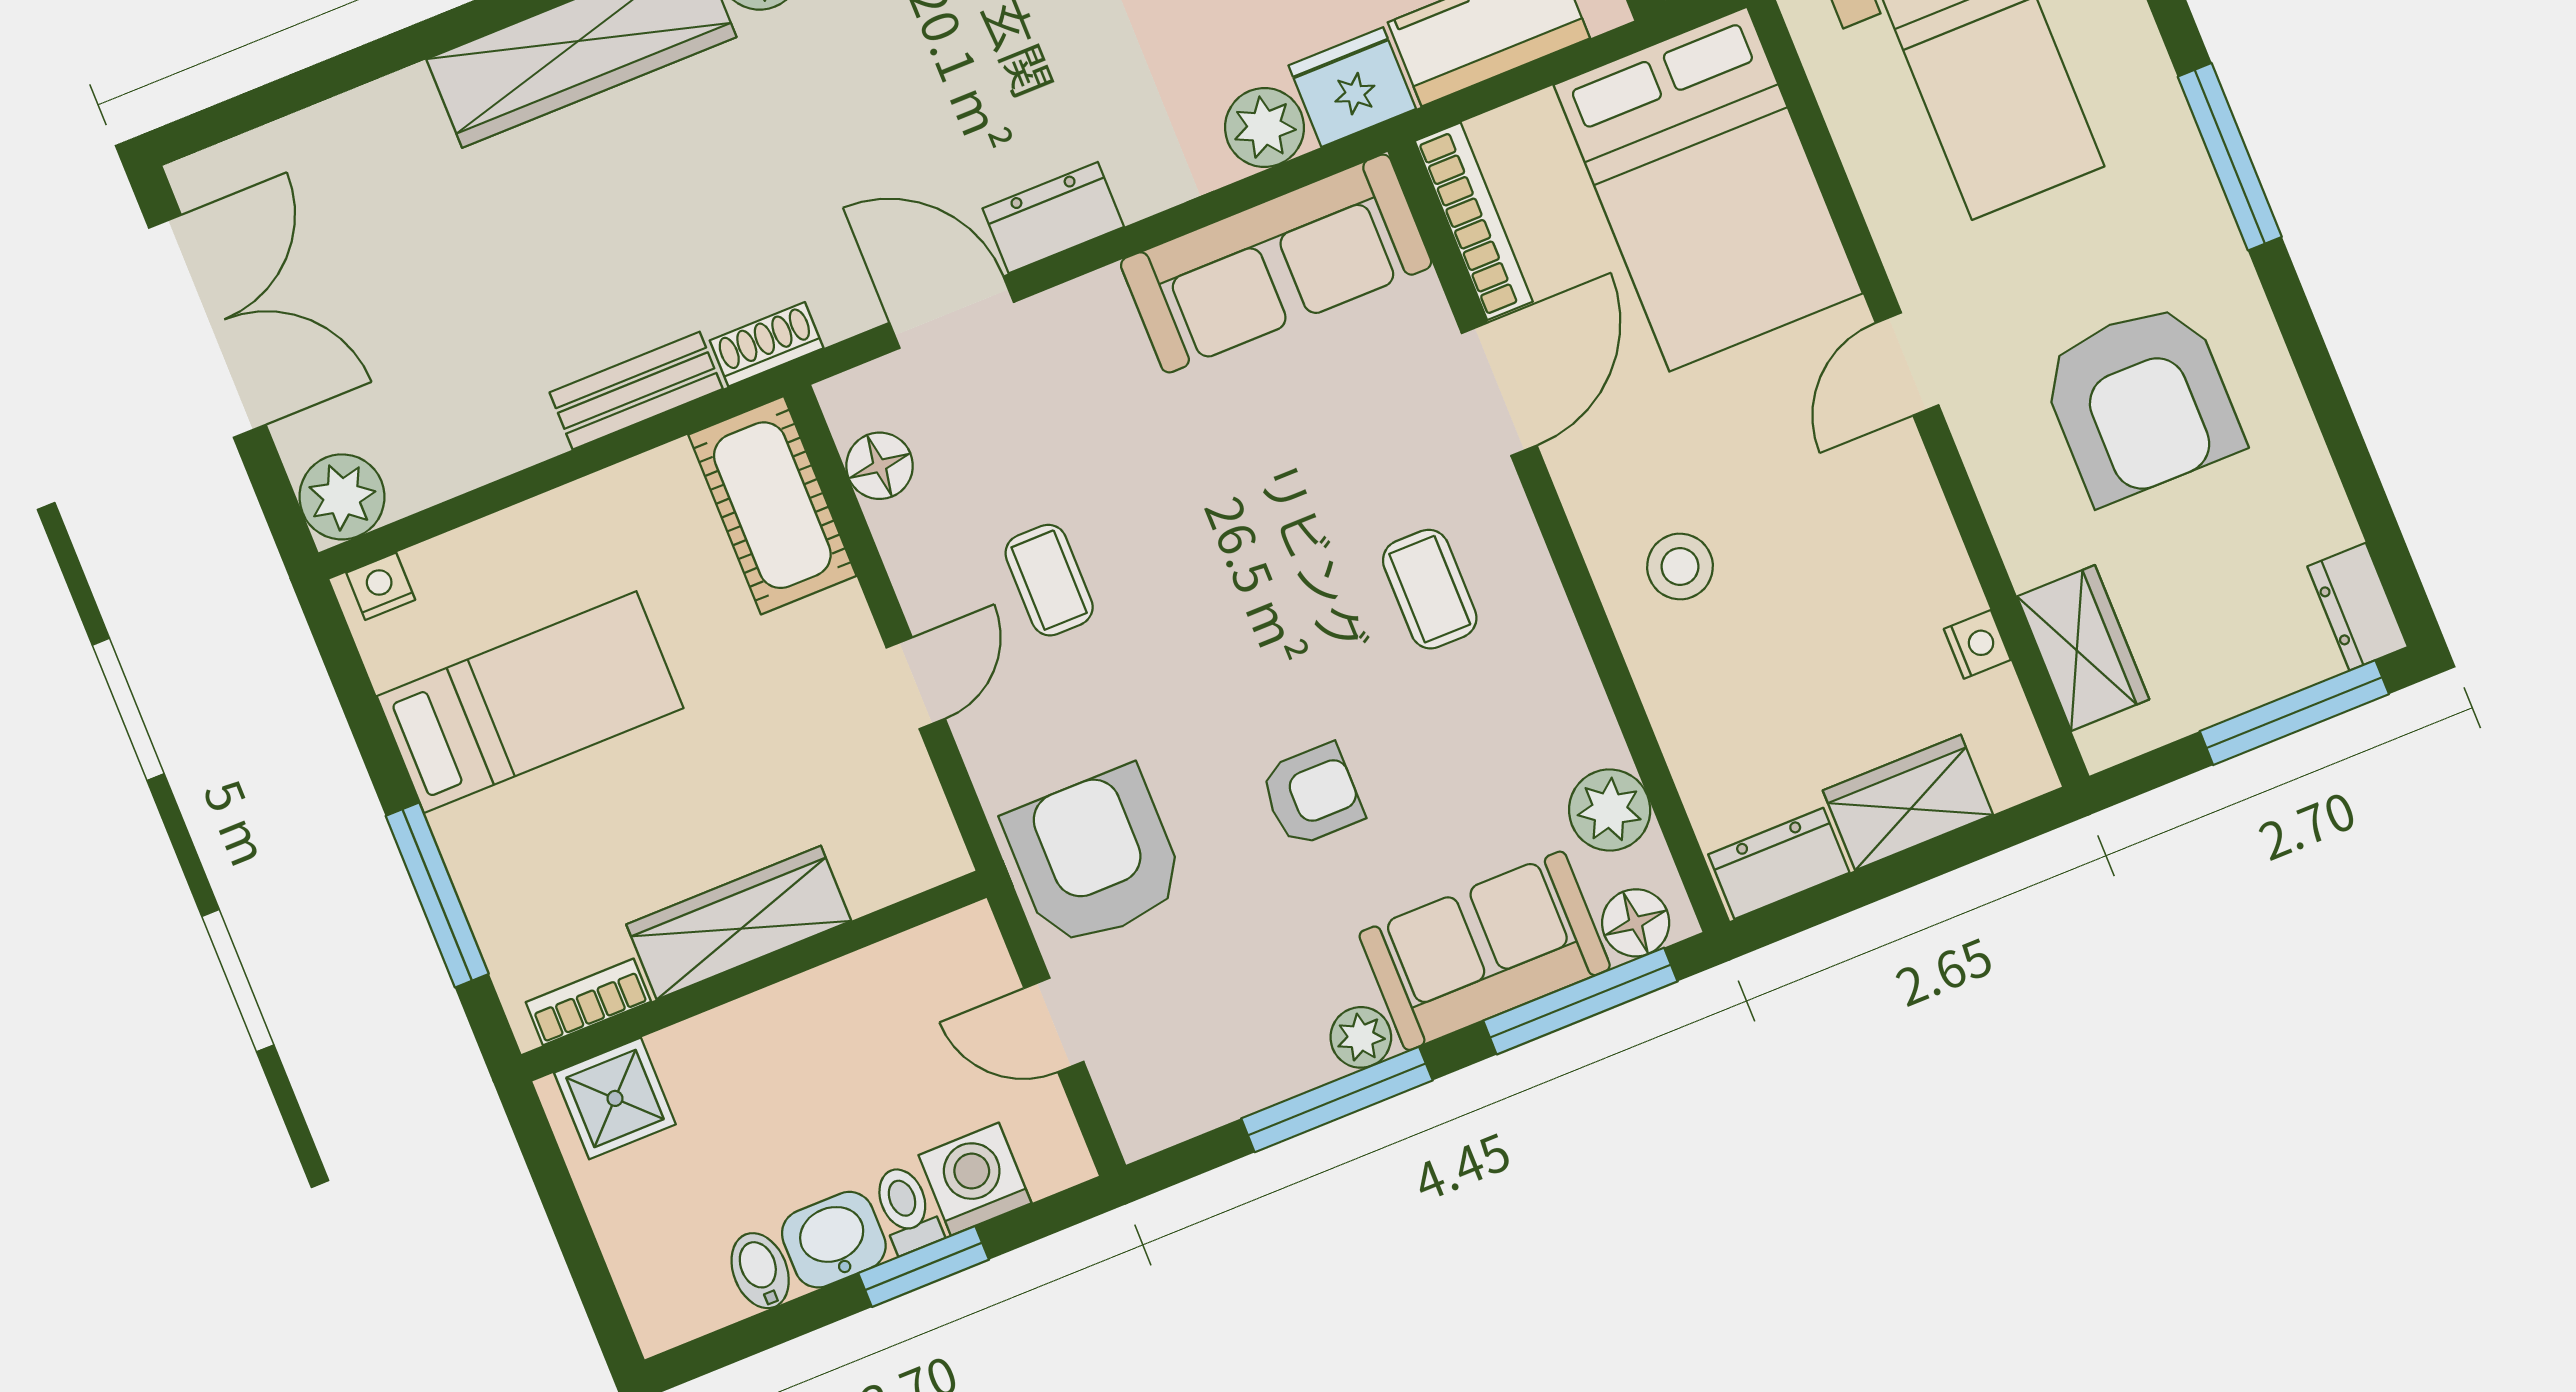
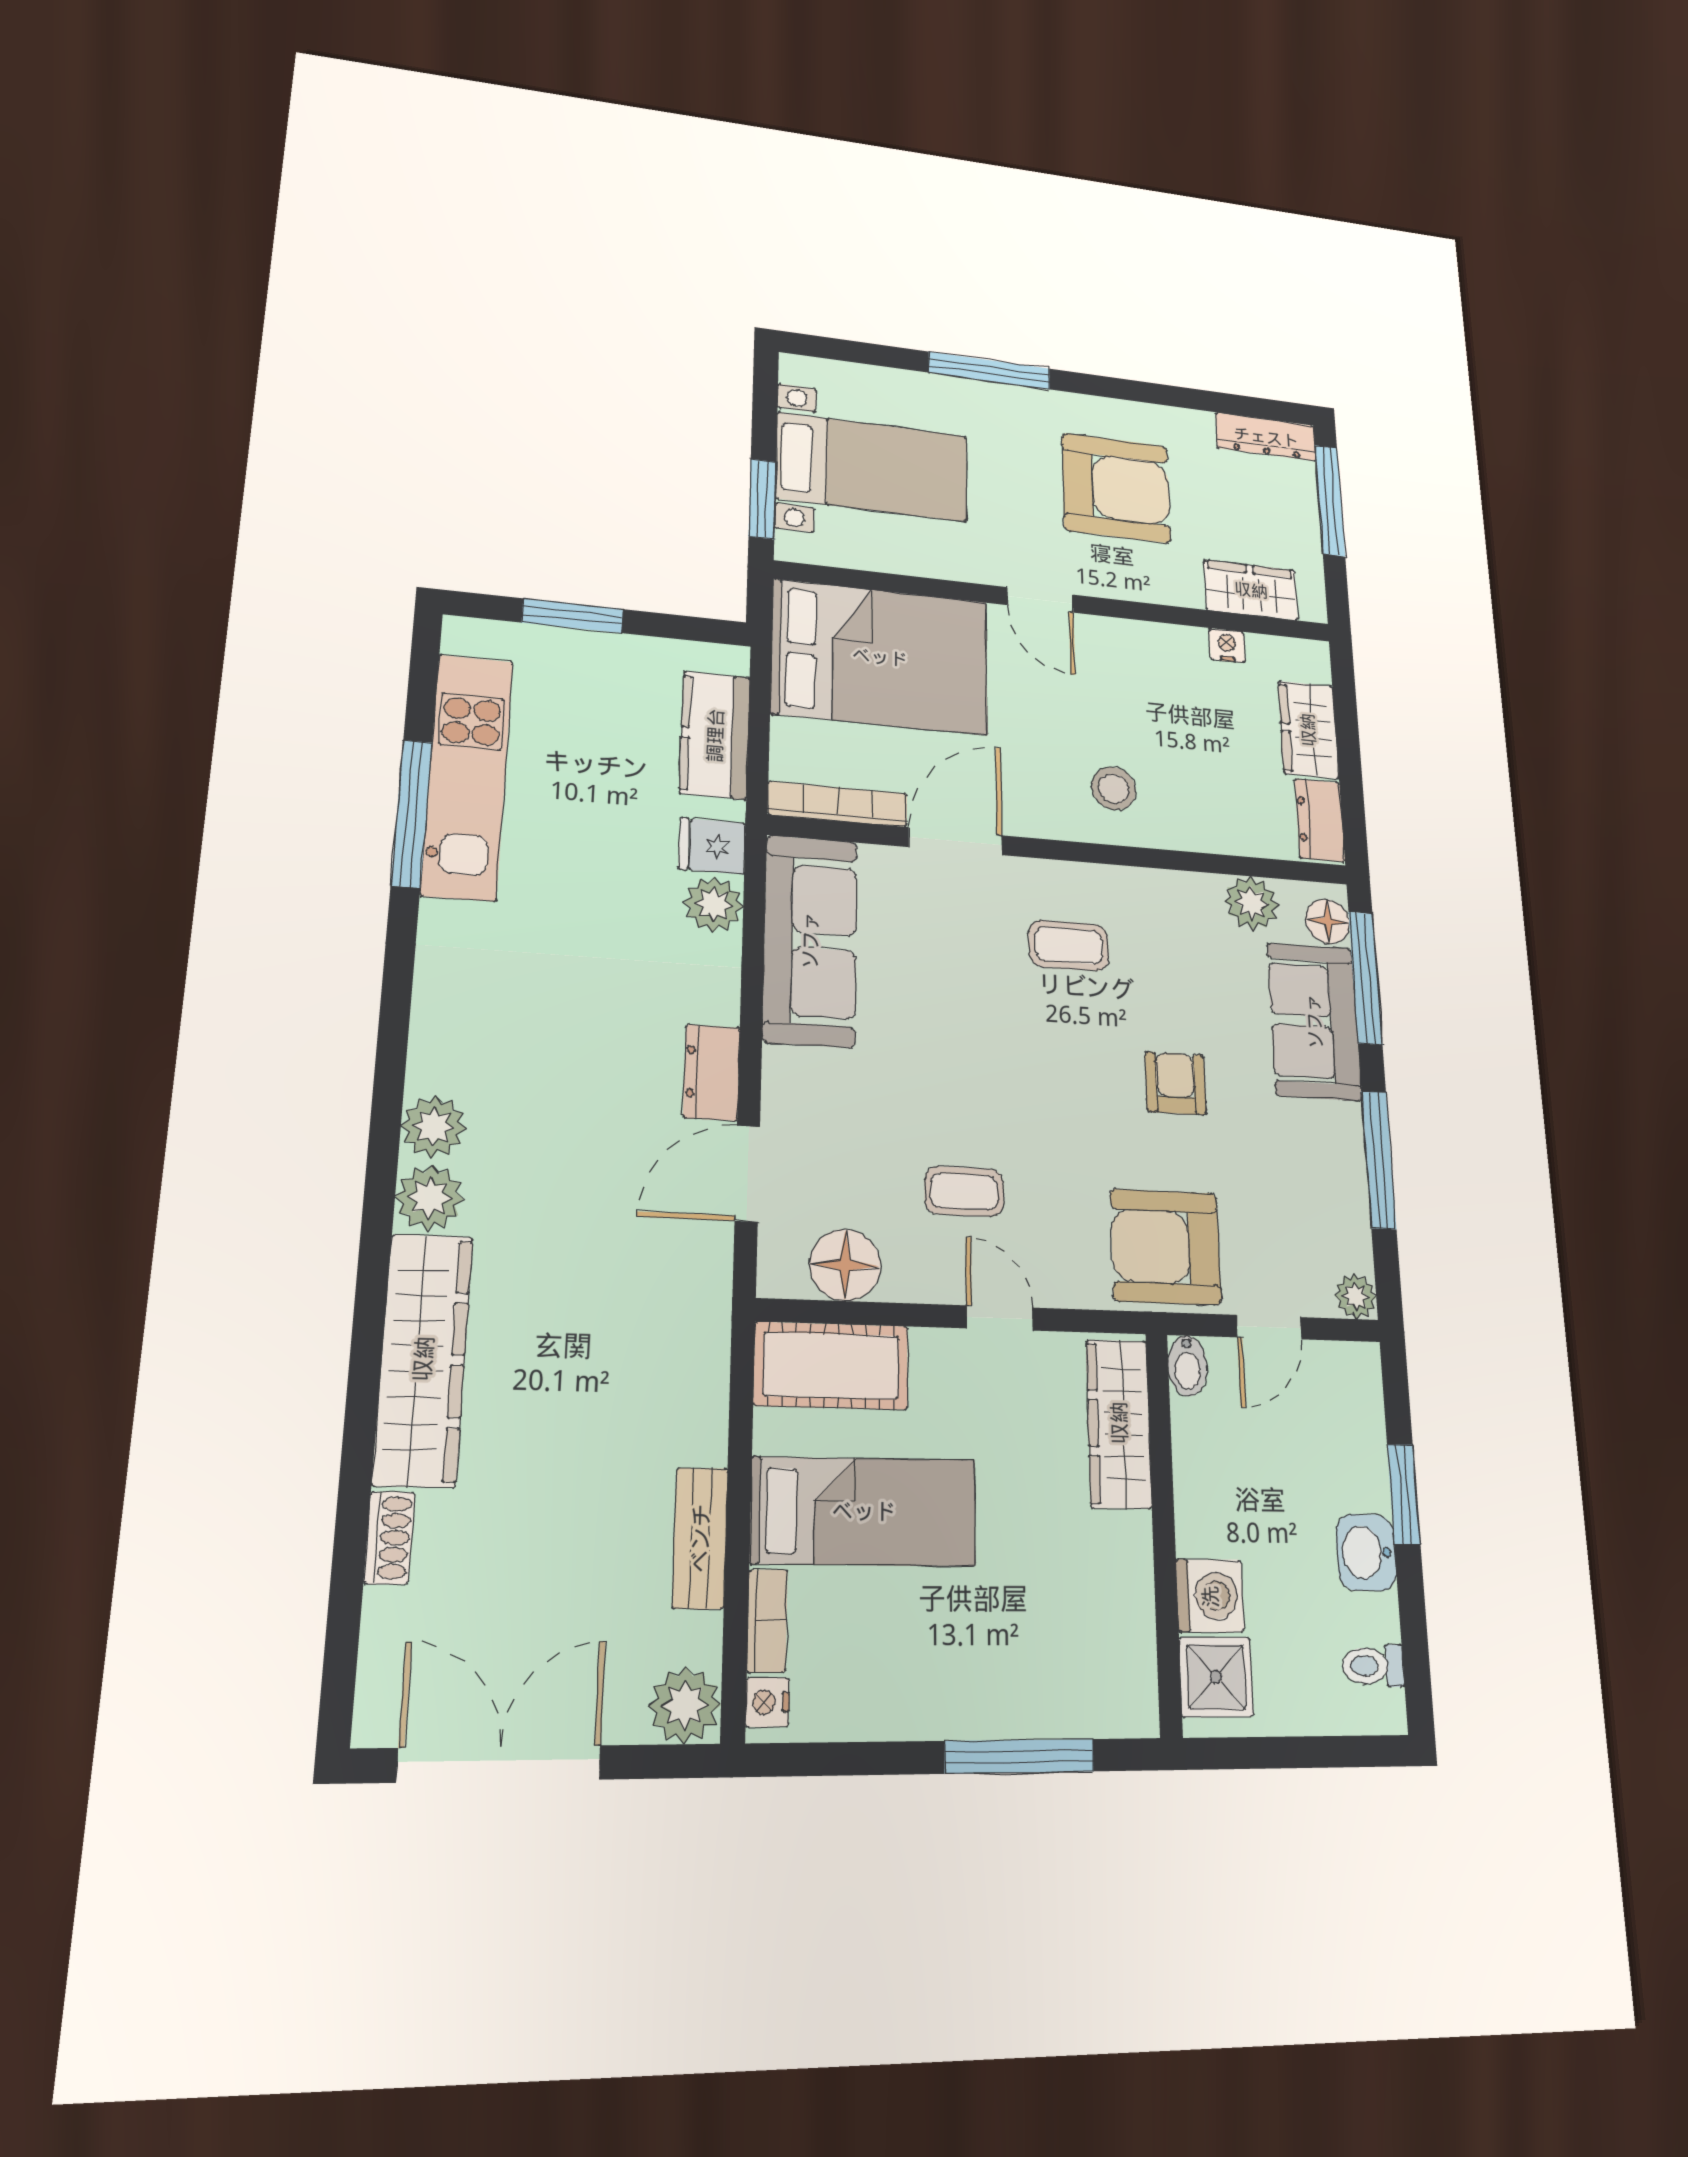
fridge: (1352, 87) -> (712, 846), width x0.72
shoe rack: (767, 344) -> (389, 1538), moved, turned 180
door: (1499, 389) -> (955, 841), hinge flipped
bench: (636, 391) -> (700, 1538), moved
floor lamp: (880, 466) -> (845, 1265), width x1.38, depth x1.38
dresser: (2358, 607) -> (1266, 437), width x1.44
bed: (530, 702) -> (864, 1511), moved, turned 90
wardrobe: (739, 923) -> (1119, 1423), moved
bookcase: (588, 1002) -> (767, 1621), moved, turned 180
plant: (1361, 1037) -> (1356, 1296), moved
washing machine: (975, 1179) -> (1210, 1596), moved, turned 180
toilet: (906, 1209) -> (1373, 1666), moved
bidet: (760, 1271) -> (1187, 1366), moved, turned -90

